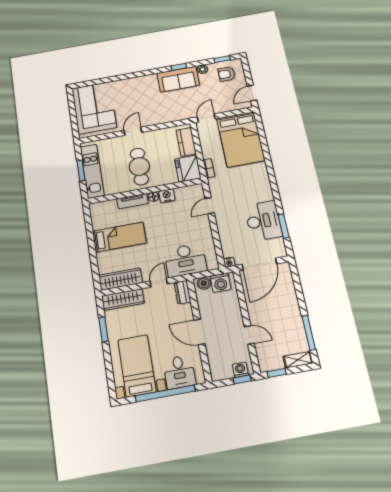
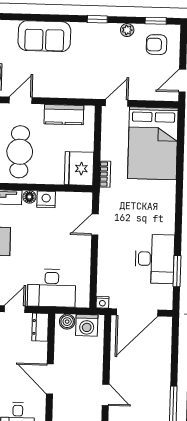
sofa: (178, 79) -> (44, 36), moved
kitchen counter: (186, 142) -> (64, 115), moved, turned -90

